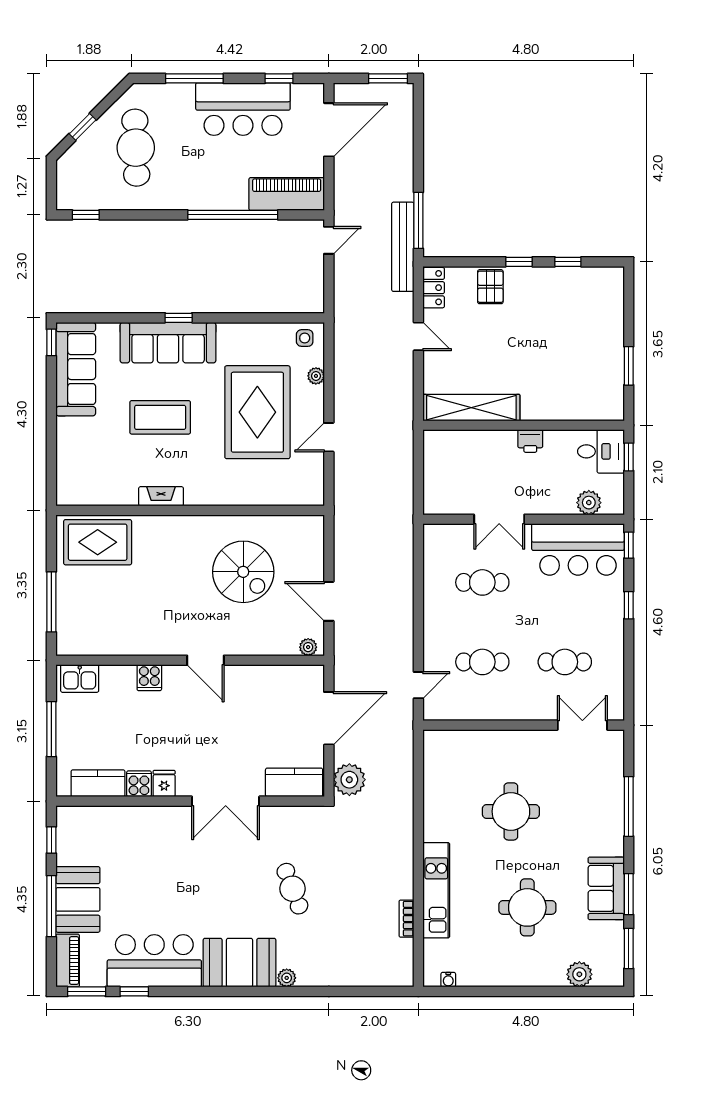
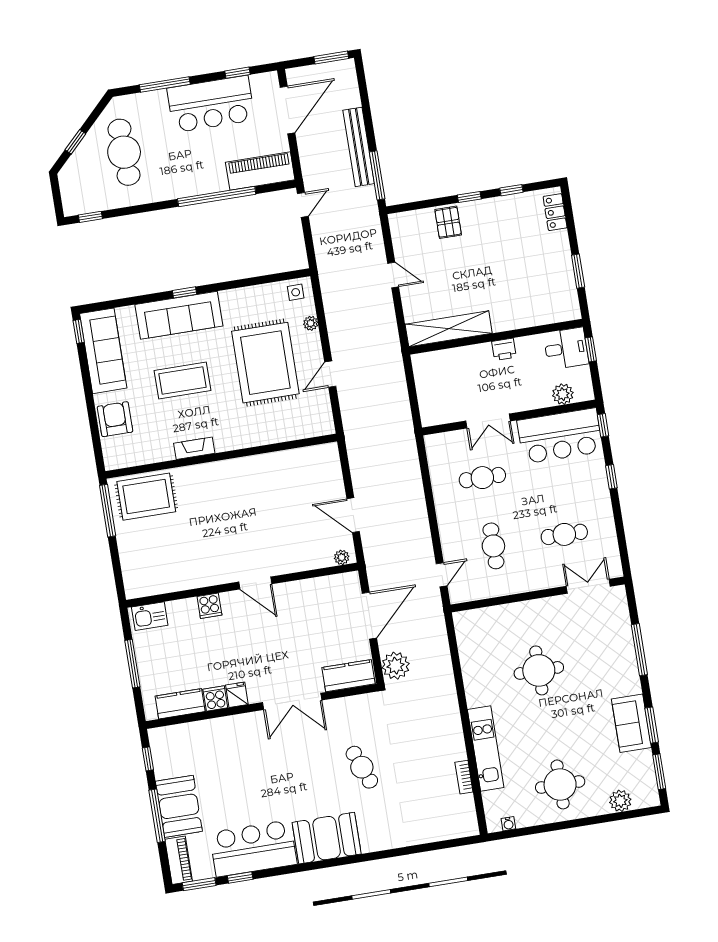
bench: (403, 247) -> (359, 147), moved
locker: (434, 288) -> (555, 212), moved, turned 180
armchair: (77, 449) -> (115, 419), added
spiral stairs: (243, 572) -> (275, 502), removed
window: (51, 602) -> (108, 511), moved
cafe table: (482, 662) -> (493, 546), turned 90
round table: (527, 907) -> (560, 784), moved
plant: (287, 978) -> (369, 845), removed

